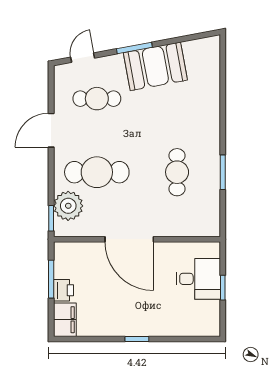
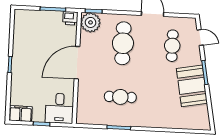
plant: (68, 206) -> (91, 22), moved
desk: (198, 279) -> (59, 108), moved
printer: (63, 290) -> (70, 18), moved
filing cabinet: (65, 320) -> (21, 114), moved, turned 180

